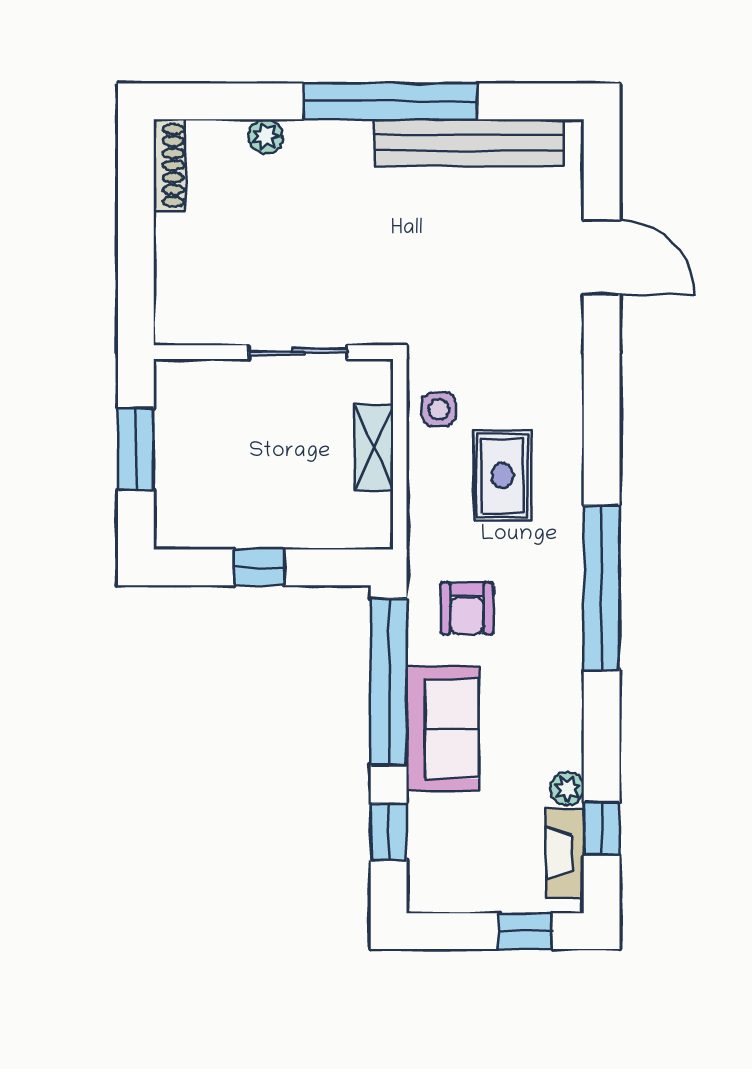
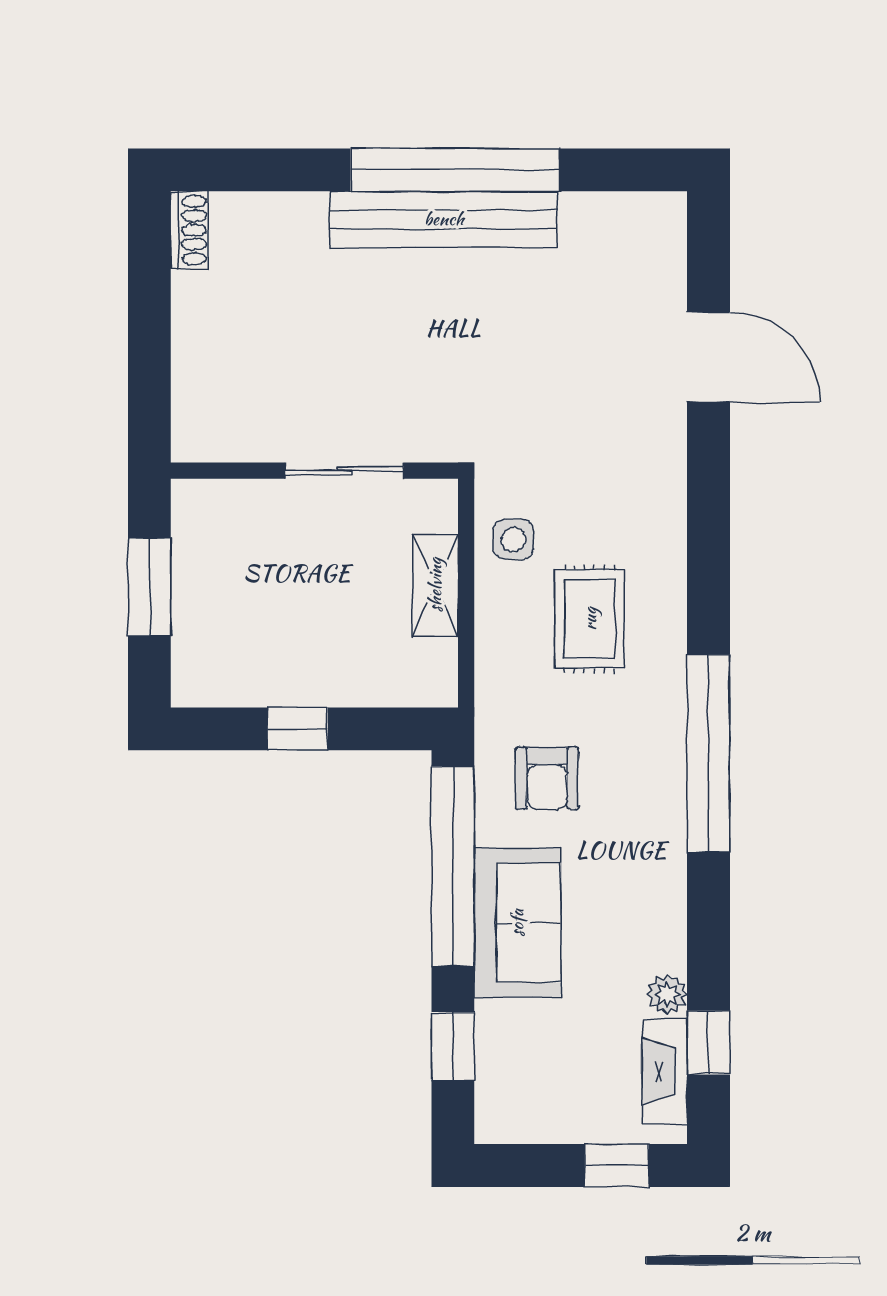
plant: (265, 136) -> (305, 212), removed
bench: (469, 143) -> (444, 219), moved
shoe rack: (169, 165) -> (190, 230), width x0.70

